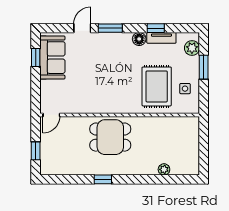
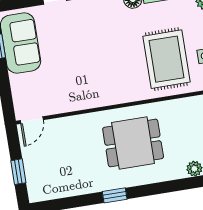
dining table: (110, 137) -> (133, 143), moved

